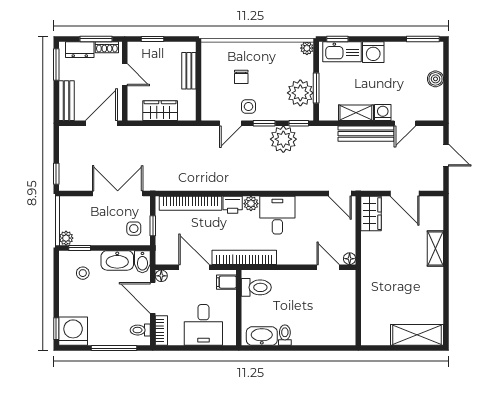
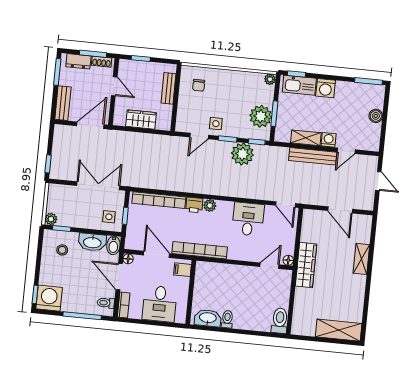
chair: (241, 77) -> (199, 85), moved
wardrobe: (371, 214) -> (306, 265), moved, width x1.50
desk: (277, 215) -> (248, 219), moved
door: (328, 267) -> (269, 266), hinge flipped
toilet: (256, 287) -> (280, 321), moved, turned -90

